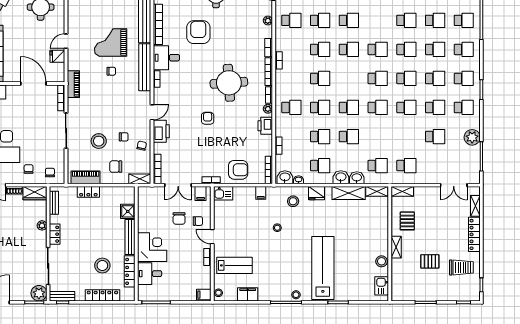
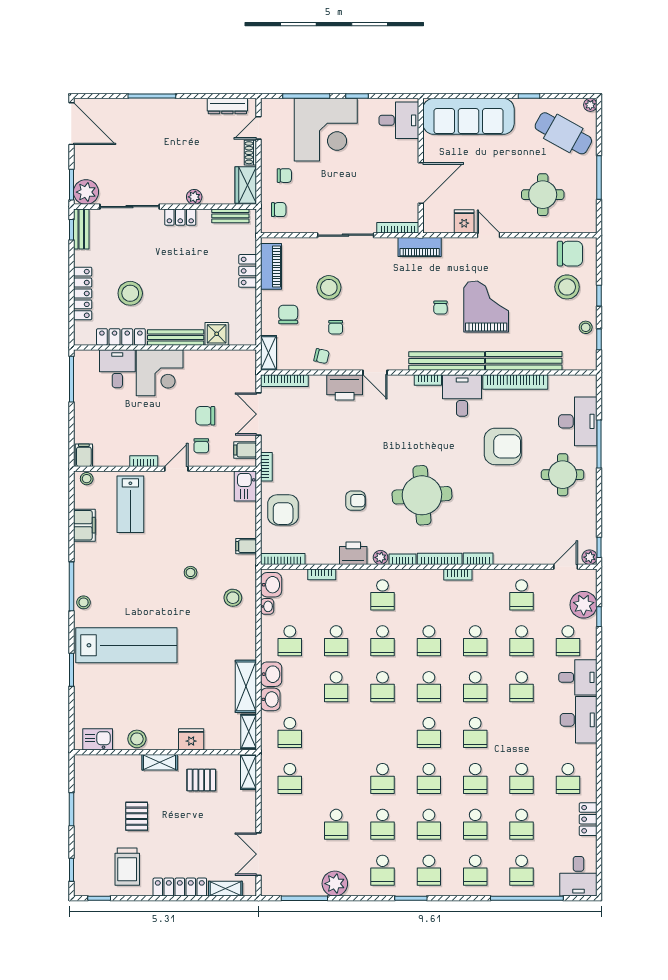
plant: (268, 21) -> (521, 557), removed
school desk: (378, 107) -> (429, 687), moved
armchair: (208, 118) -> (355, 501), moved
fridge: (317, 193) -> (191, 739), moved, turned 90

